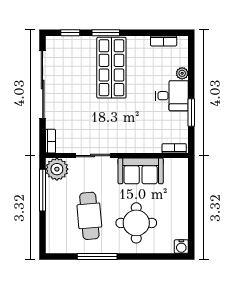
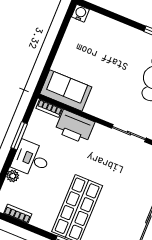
printer: (144, 141) -> (75, 127), added
sofa: (141, 171) -> (66, 90), moved
round table: (136, 223) -> (114, 53), removed

